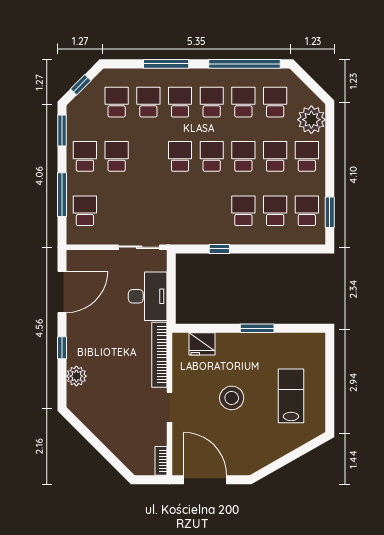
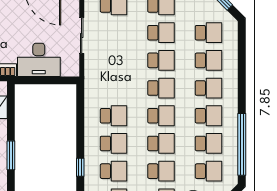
window: (166, 64) -> (242, 76), removed
school desk: (148, 156) -> (161, 60), added
school desk: (212, 211) -> (114, 116), added
sliding door: (139, 247) -> (82, 36), moved
window: (219, 249) -> (80, 167), moved

